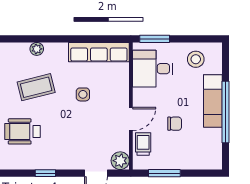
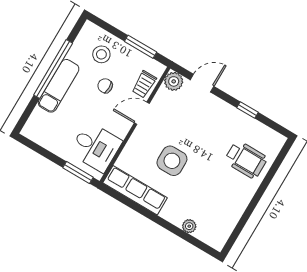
stool: (196, 59) -> (101, 54), moved
coffee table: (36, 87) -> (210, 192), removed
side table: (83, 94) -> (172, 161), width x1.87, depth x1.87

